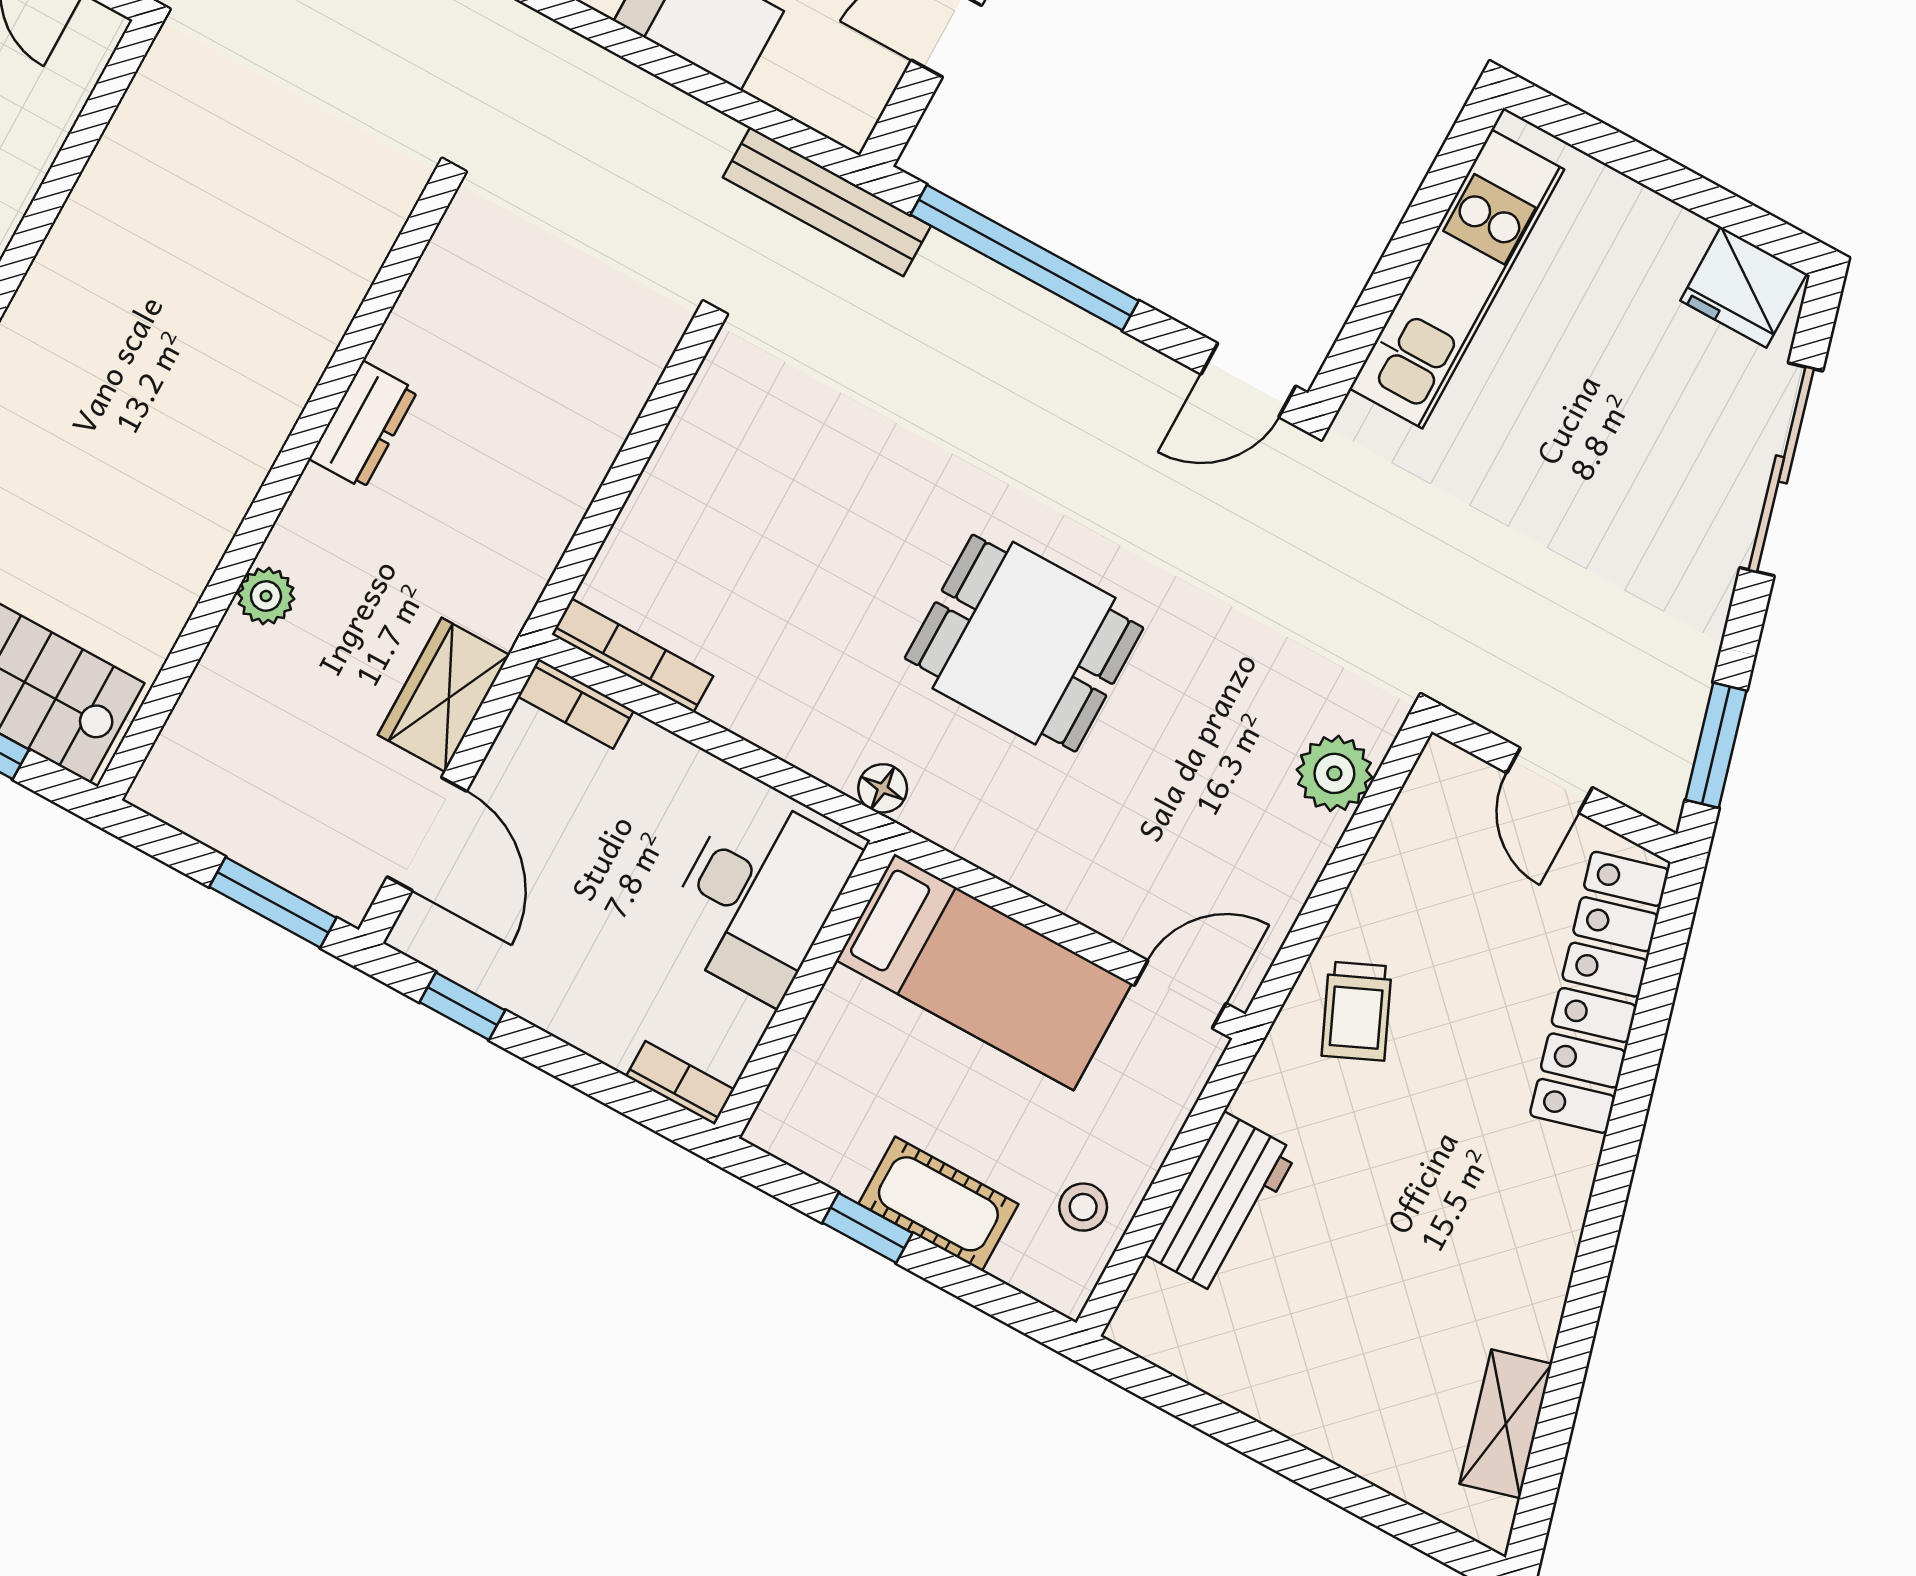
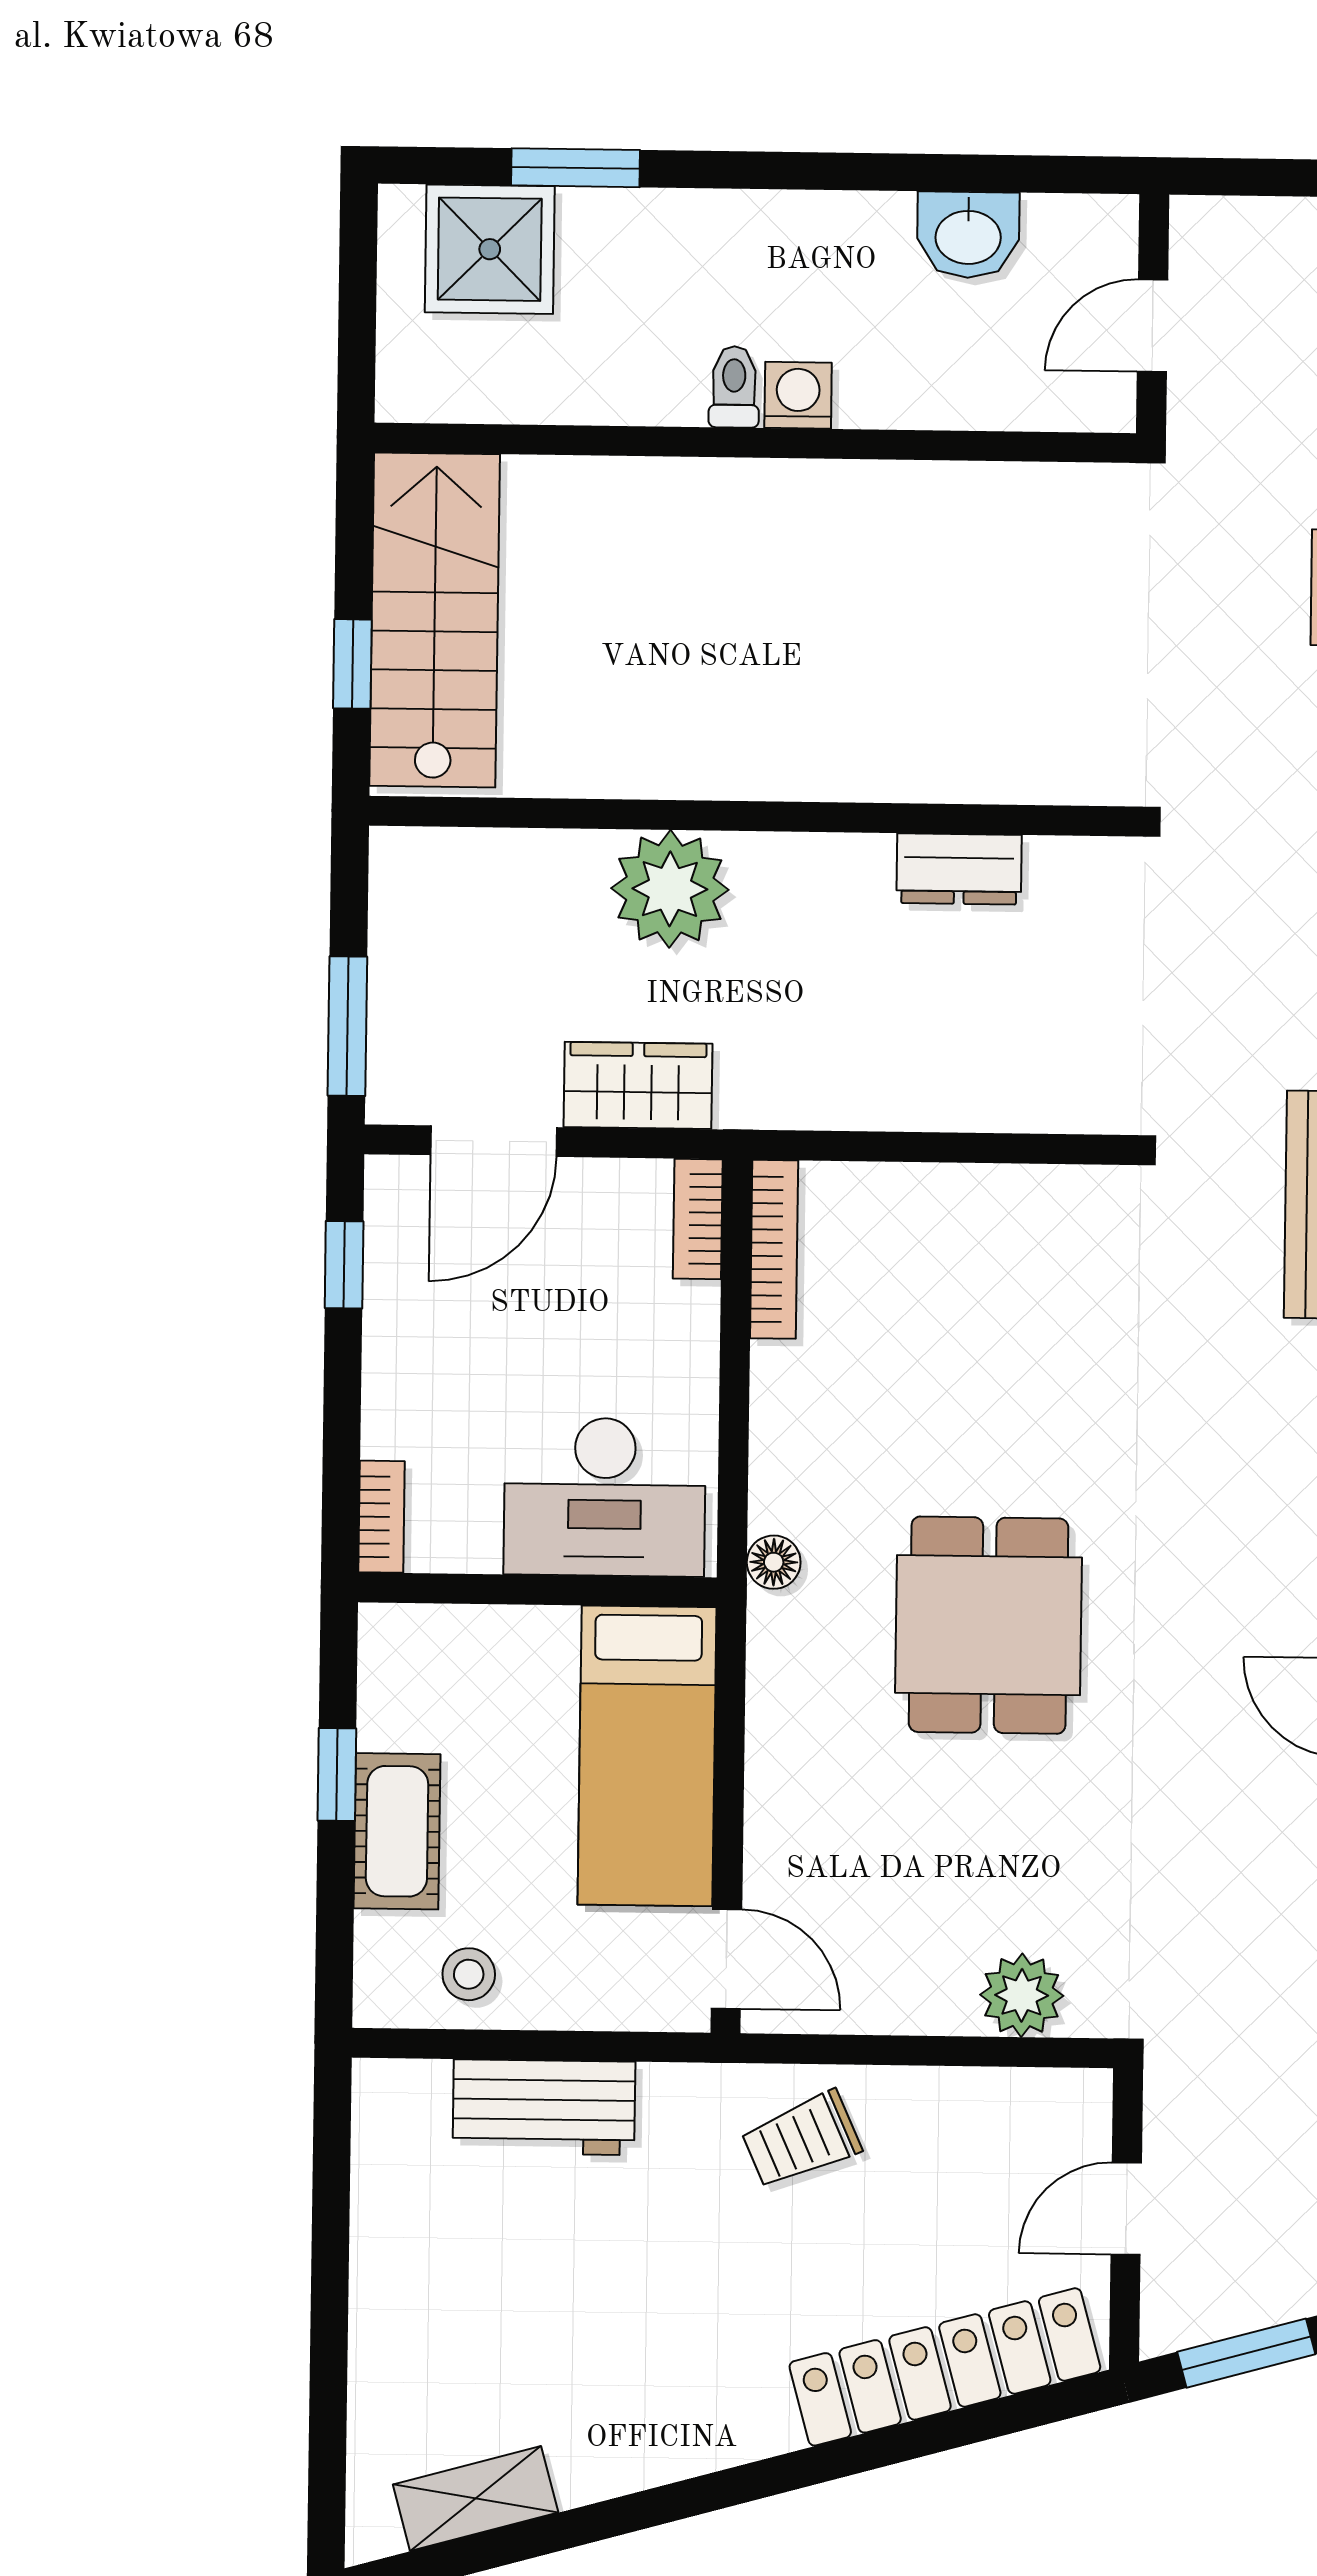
dresser: (363, 425) -> (959, 869), moved
plant: (266, 596) -> (670, 889), width x1.87, depth x1.87

